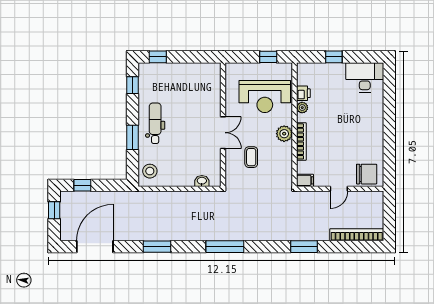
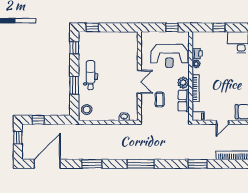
row of seats: (285, 159) -> (184, 101), added

